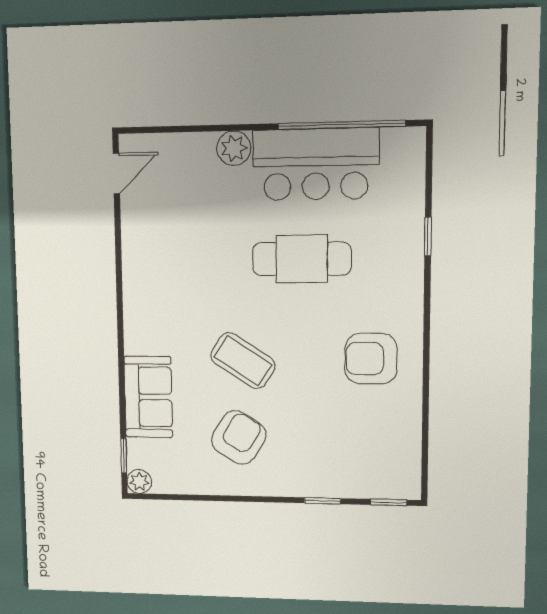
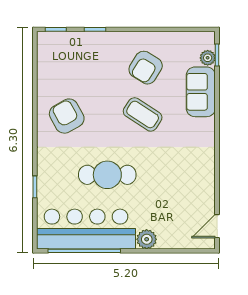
bar counter: (316, 164) -> (86, 229), width x1.36
armchair: (371, 359) -> (67, 116), turned -119
plant: (139, 481) -> (208, 58), moved

